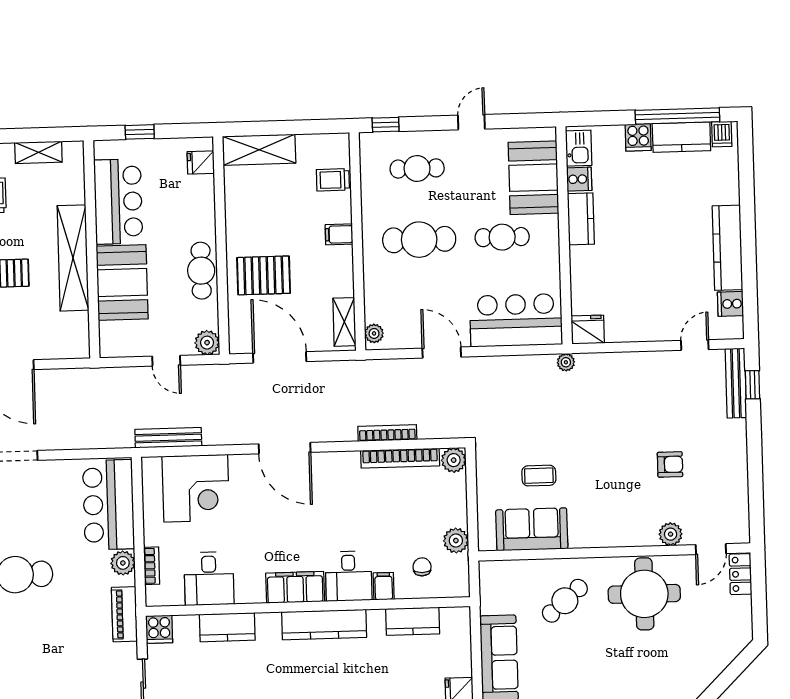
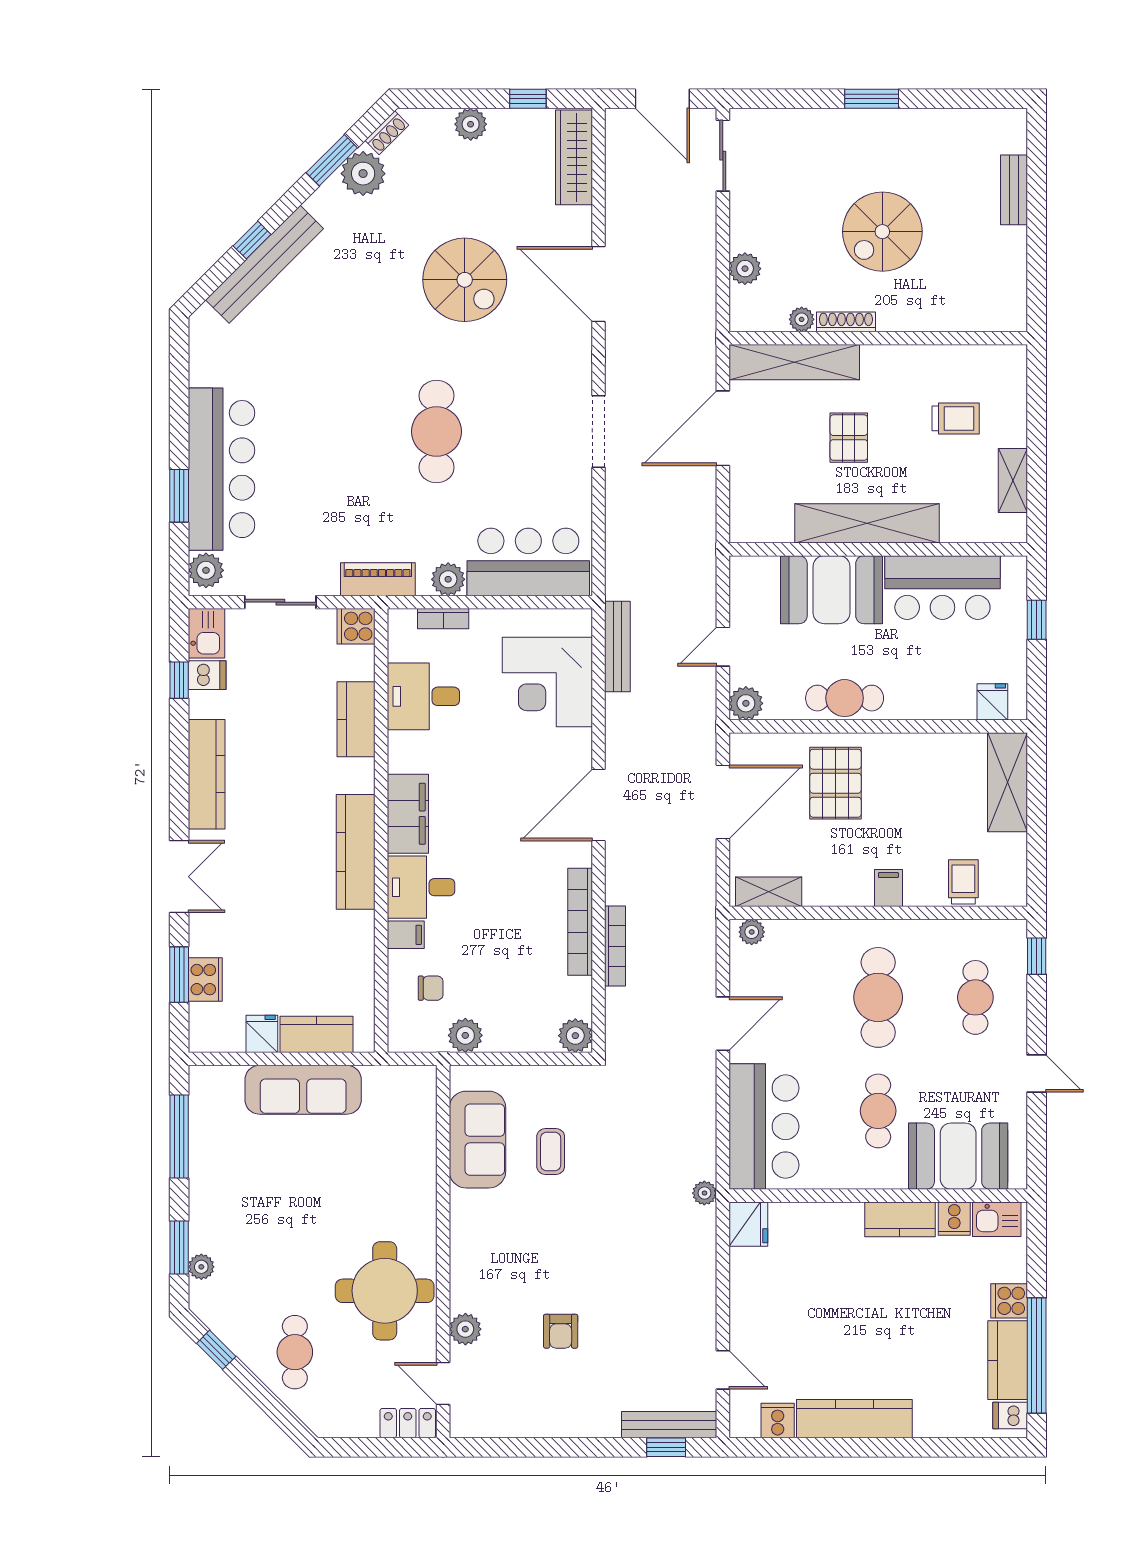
bookcase: (400, 458) -> (580, 922), moved
cafe table: (565, 601) -> (295, 1352), moved, turned 41
kitchen counter: (413, 621) -> (317, 1034), moved, turned 90

